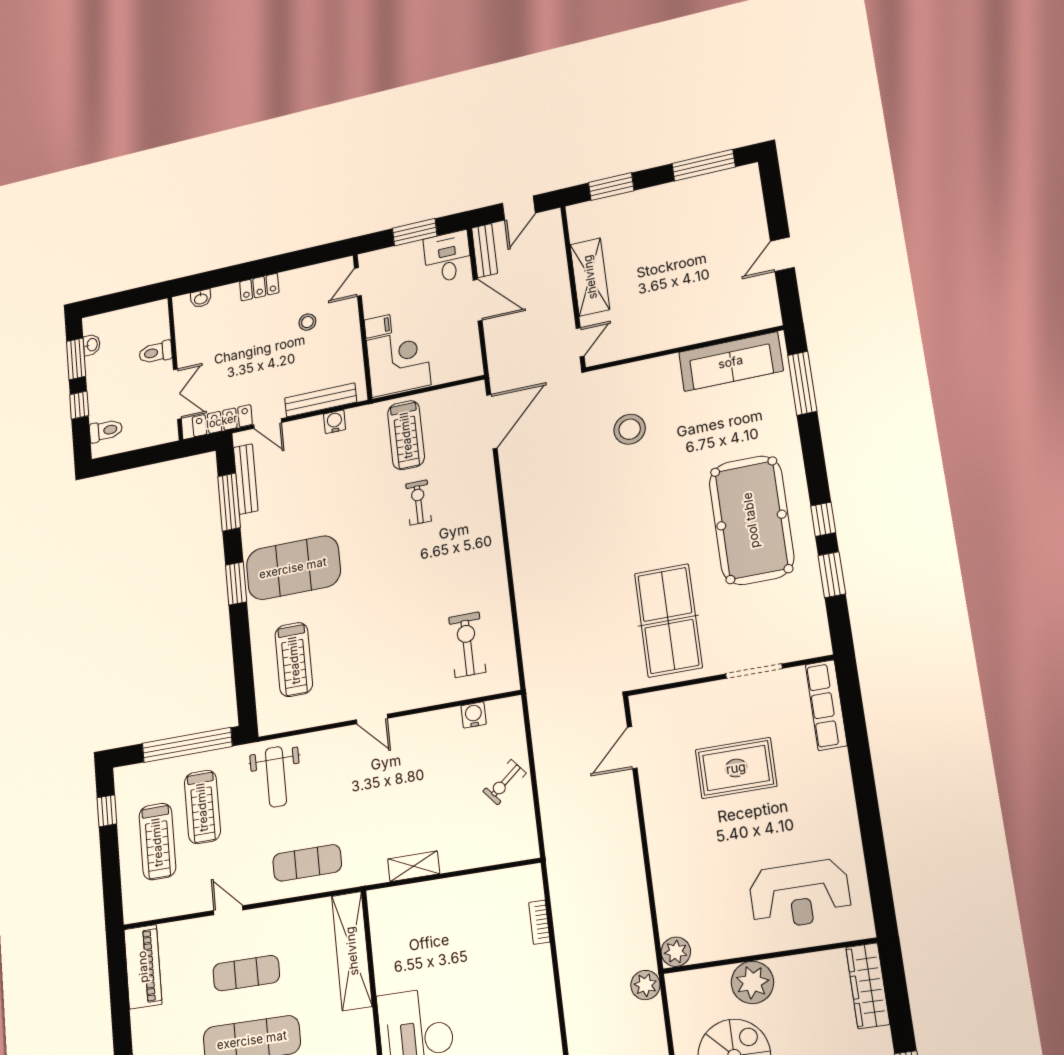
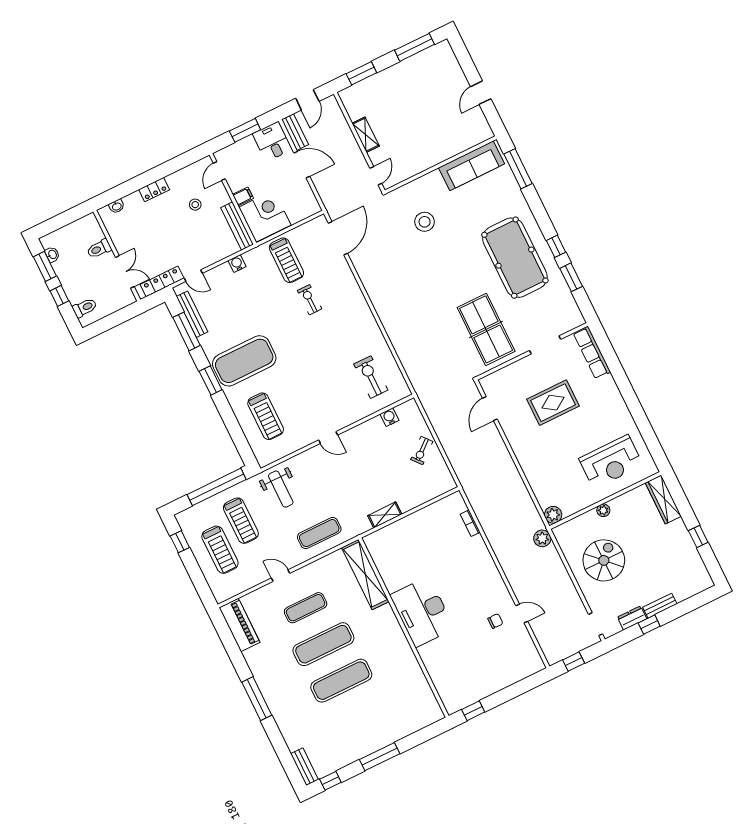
shelving: (590, 277) -> (366, 135), width x0.67, depth x0.75
bench: (321, 400) -> (237, 226), moved, turned 90
plant: (752, 982) -> (603, 510), width x0.53, depth x0.53

